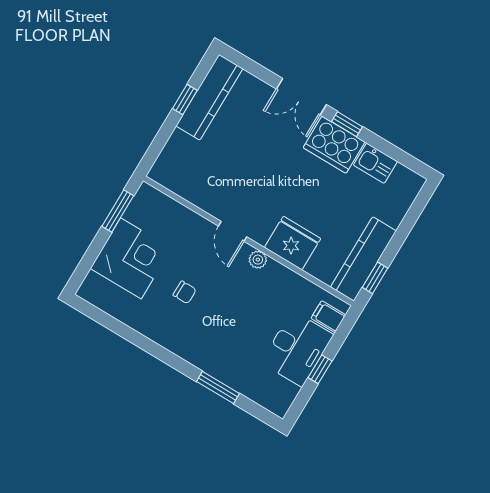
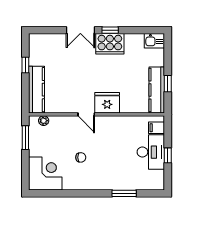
kitchen counter: (209, 97) -> (37, 90), moved
kitchen sink: (375, 163) -> (154, 41), moved
fridge: (293, 243) -> (107, 103), moved
corner desk: (131, 258) -> (45, 174), moved
plant: (258, 260) -> (44, 121), moved
window: (375, 278) -> (168, 84), moved

